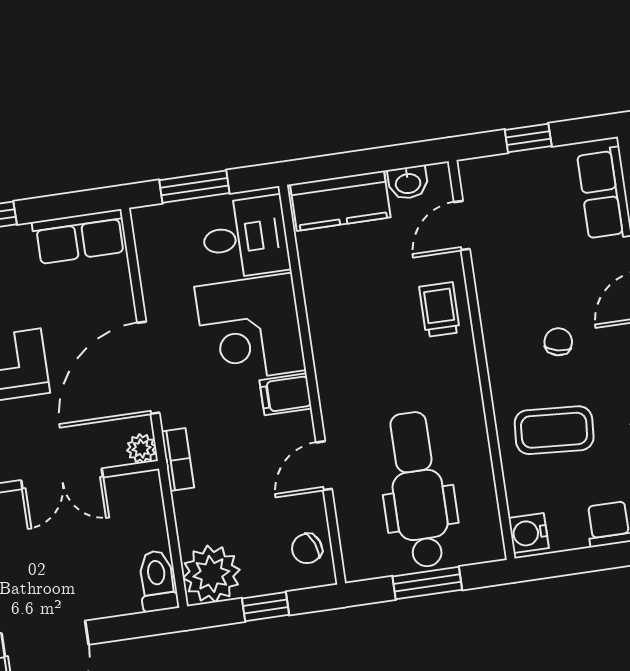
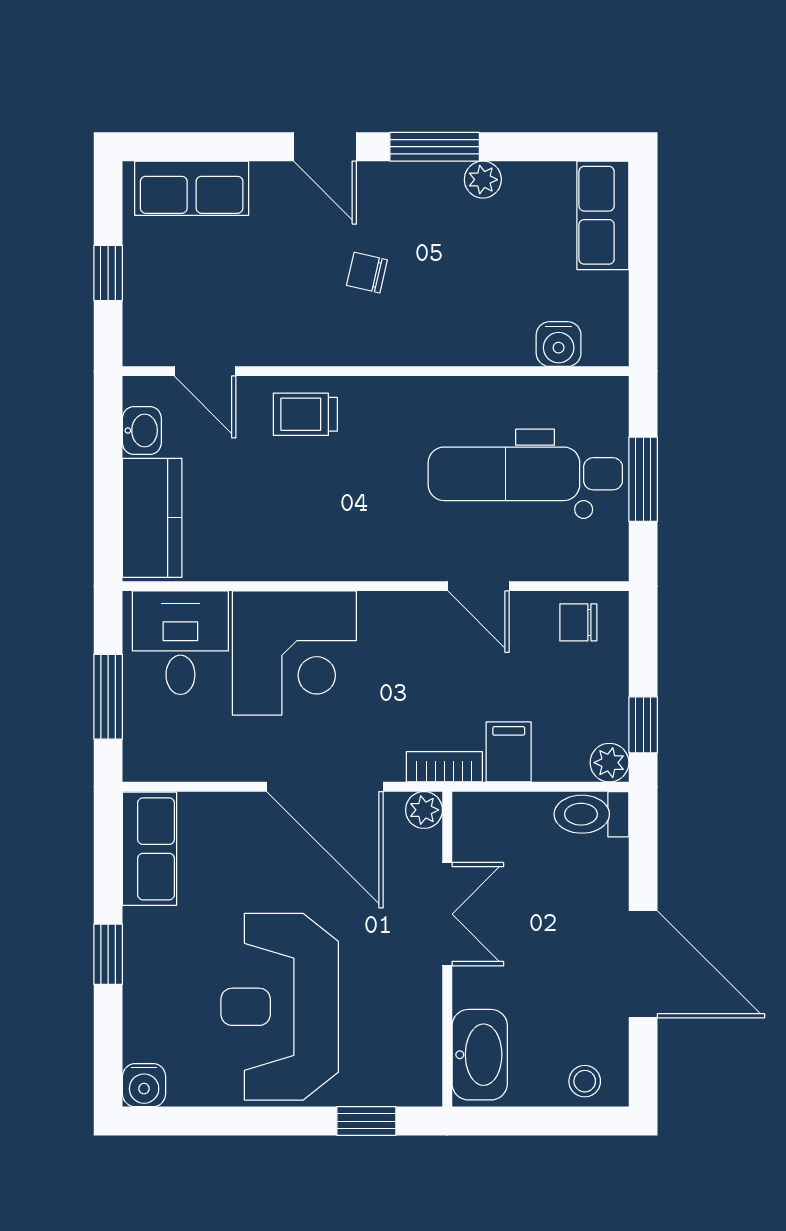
filing cabinet: (286, 394) -> (509, 752), moved, turned 180
coffee table: (554, 430) -> (476, 294), removed
water cooler: (529, 533) -> (559, 344), moved
chair: (307, 549) -> (578, 622), turned 112
plant: (211, 574) -> (609, 763), width x0.53, depth x0.53
window: (265, 607) -> (643, 725), moved

